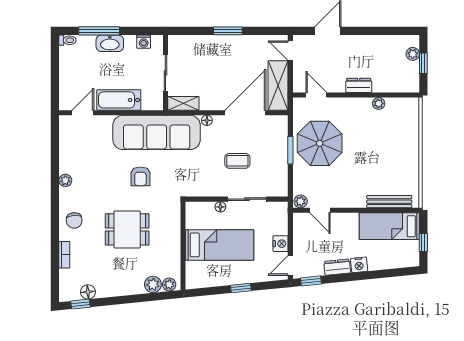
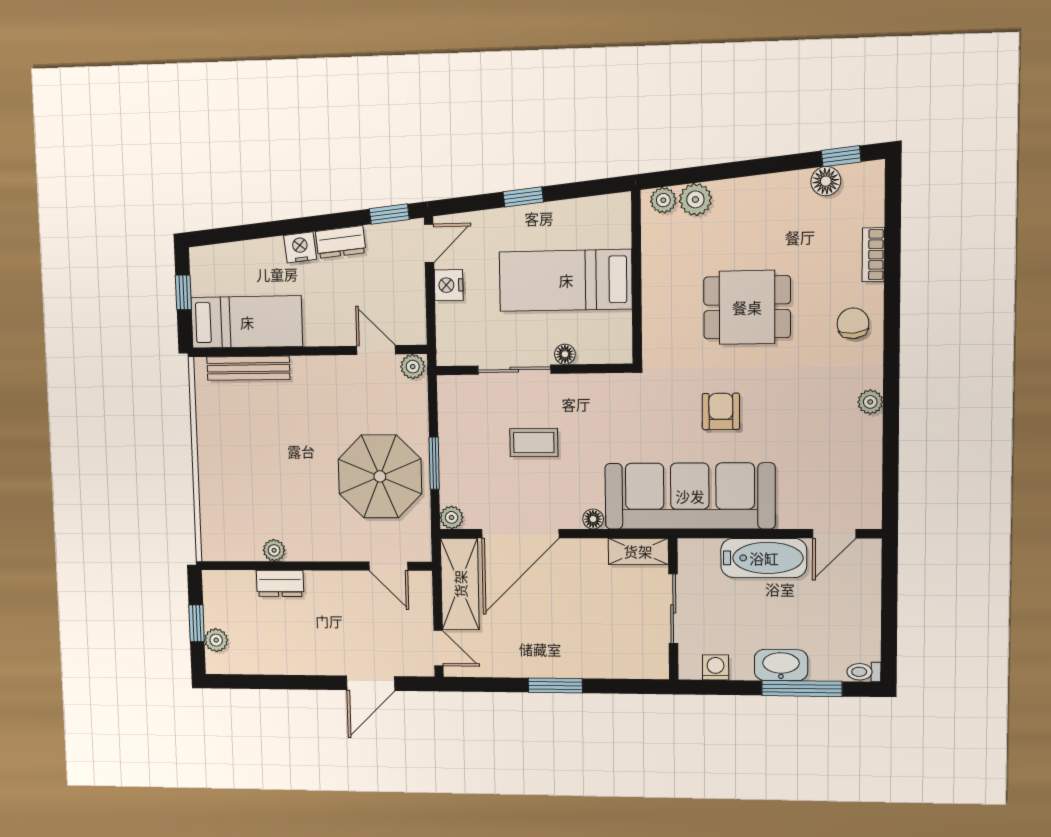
dresser: (359, 85) -> (280, 583), moved
plant: (282, 121) -> (452, 517), added

